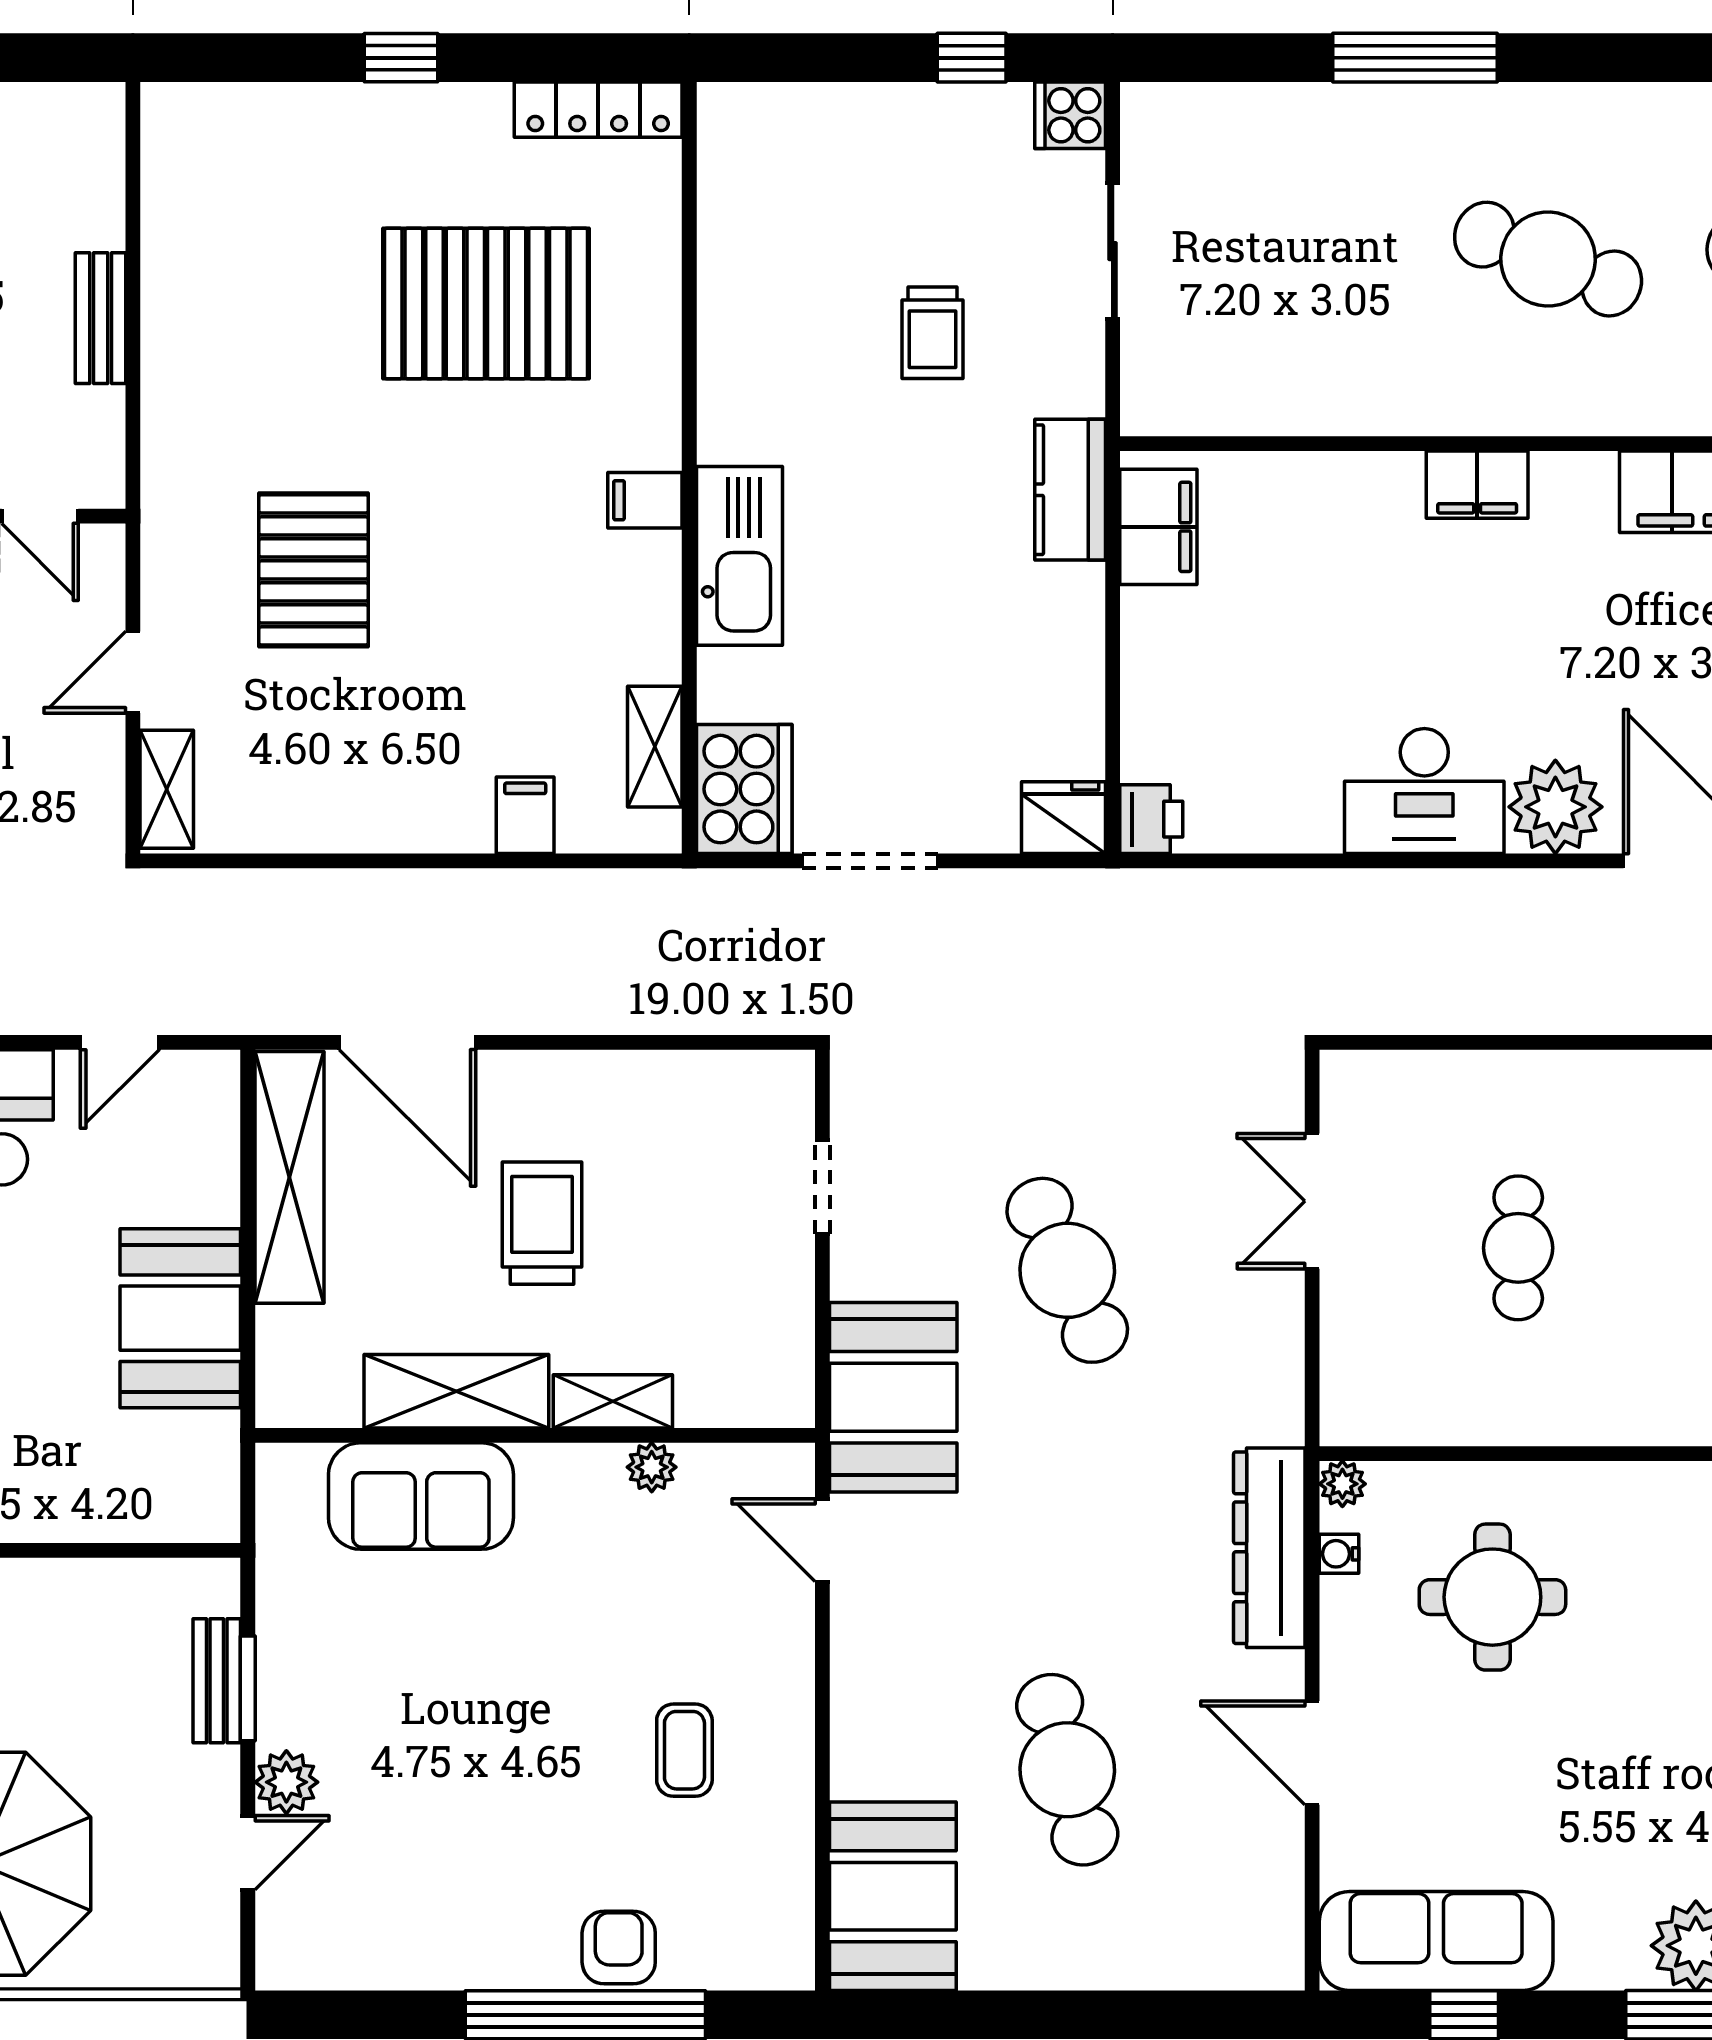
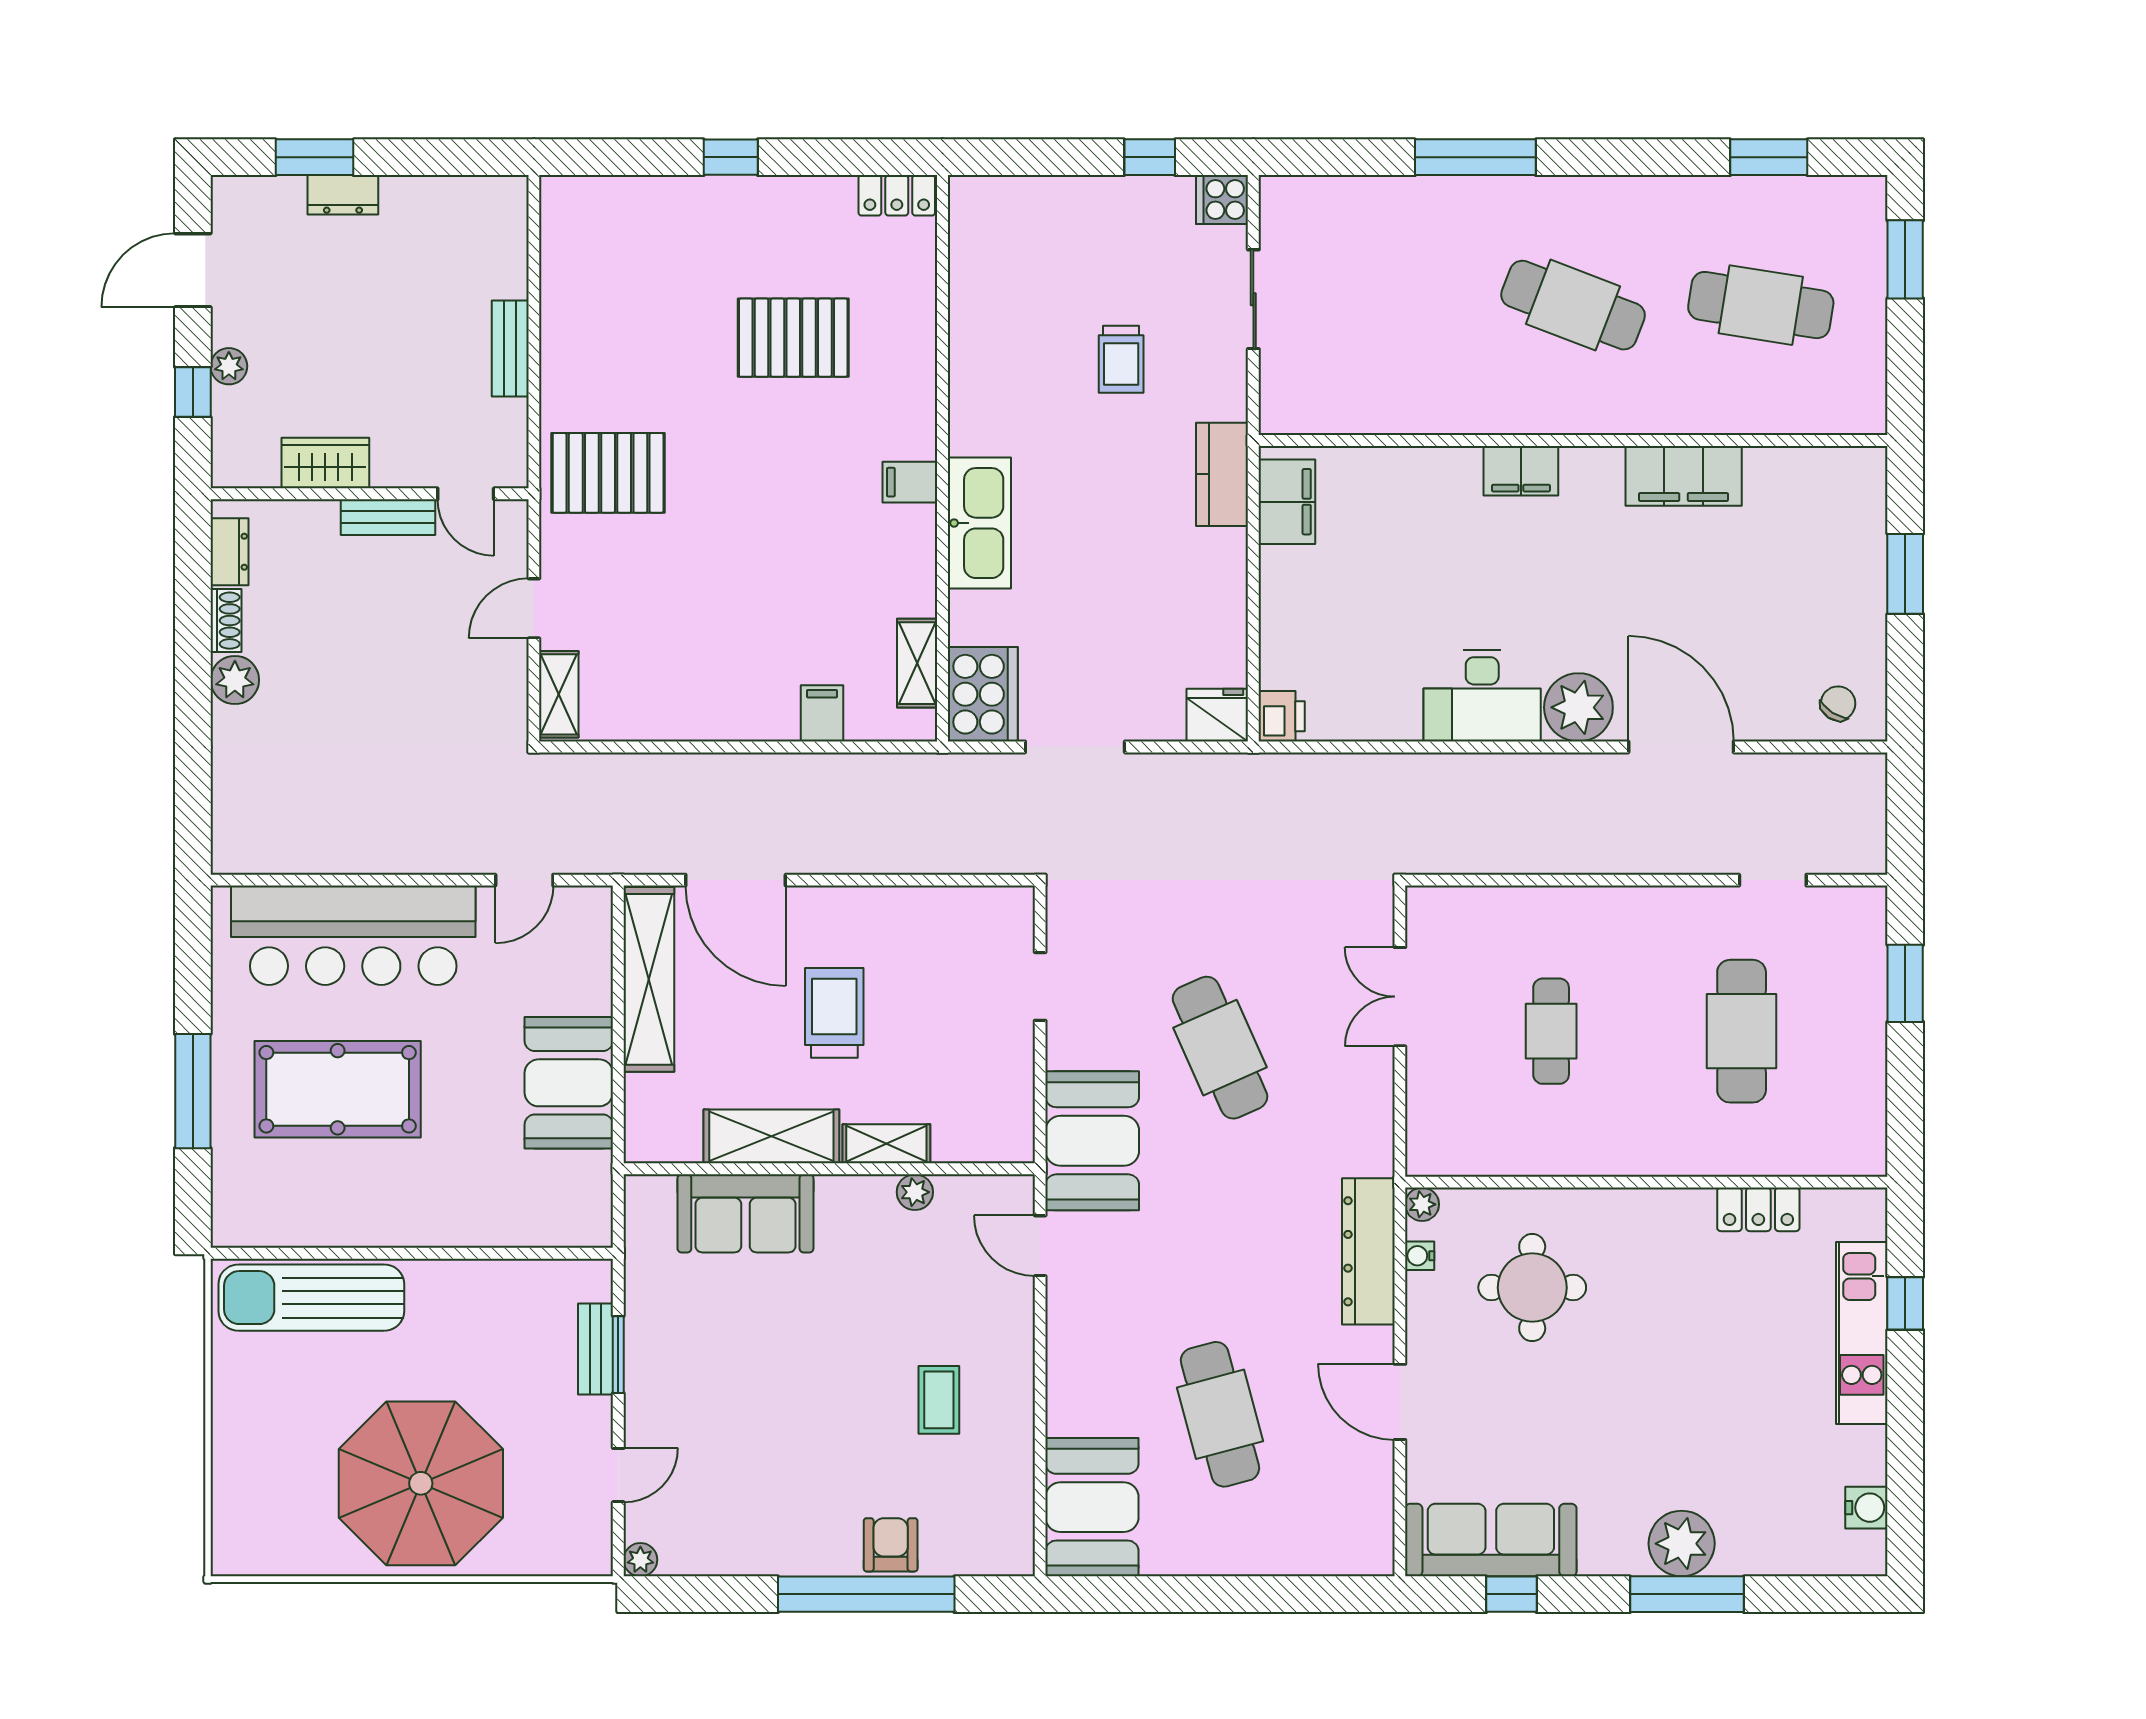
locker: (598, 110) -> (897, 195), width x0.66
pallet: (486, 303) -> (793, 338), width x0.73, depth x0.71
pallet: (314, 570) -> (608, 473), moved, turned 90
plant: (286, 1782) -> (640, 1560), moved, width x0.73, depth x0.73

